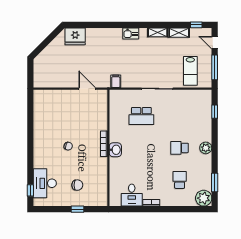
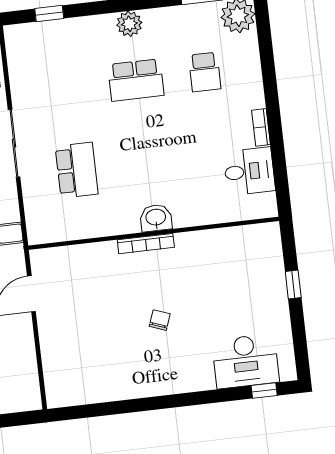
school desk: (180, 148) -> (136, 80), width x1.85
school desk: (180, 180) -> (205, 72), turned -90
chair: (77, 185) -> (241, 291), removed

